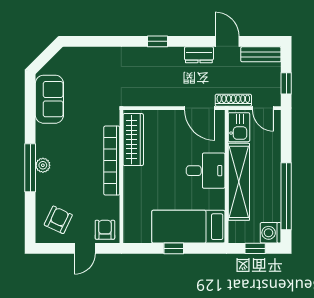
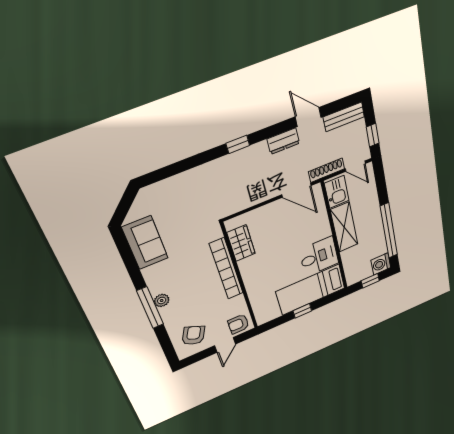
wardrobe: (133, 140) -> (241, 243), width x0.67
desk: (206, 171) -> (319, 257), moved
shelving: (239, 182) -> (344, 227), width x0.68
armchair: (105, 230) -> (238, 324), turned -90

